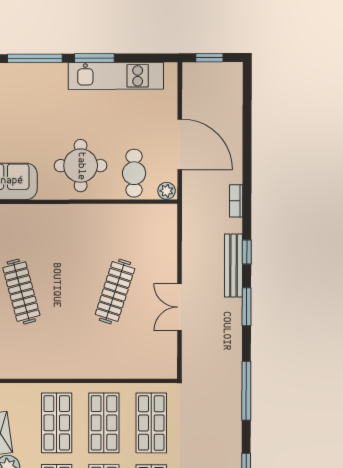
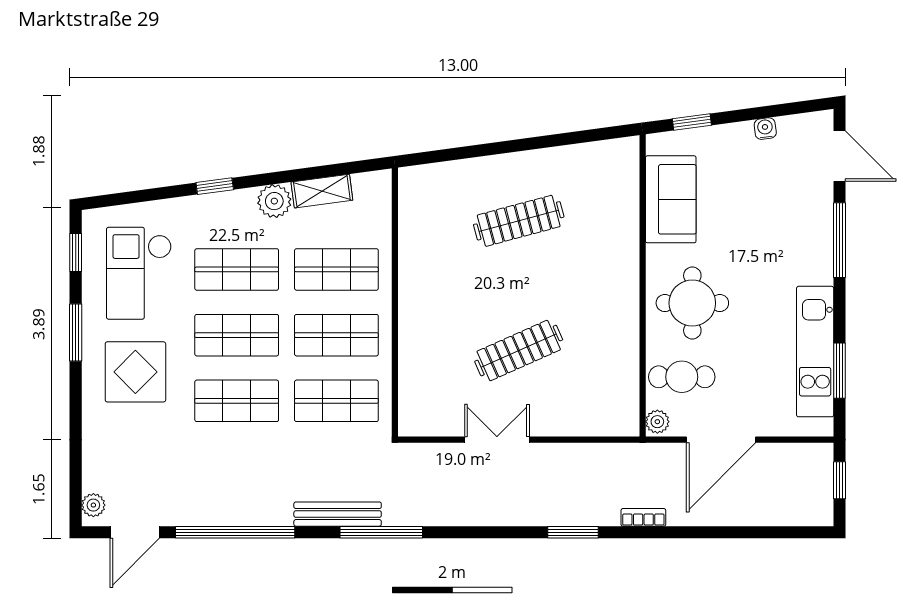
window: (94, 58) -> (839, 371), moved
window: (247, 252) -> (573, 532), width x1.50
bench: (233, 266) -> (338, 514), moved
clothes rail: (115, 291) -> (519, 351), turned -42
window: (247, 307) -> (498, 532), removed

